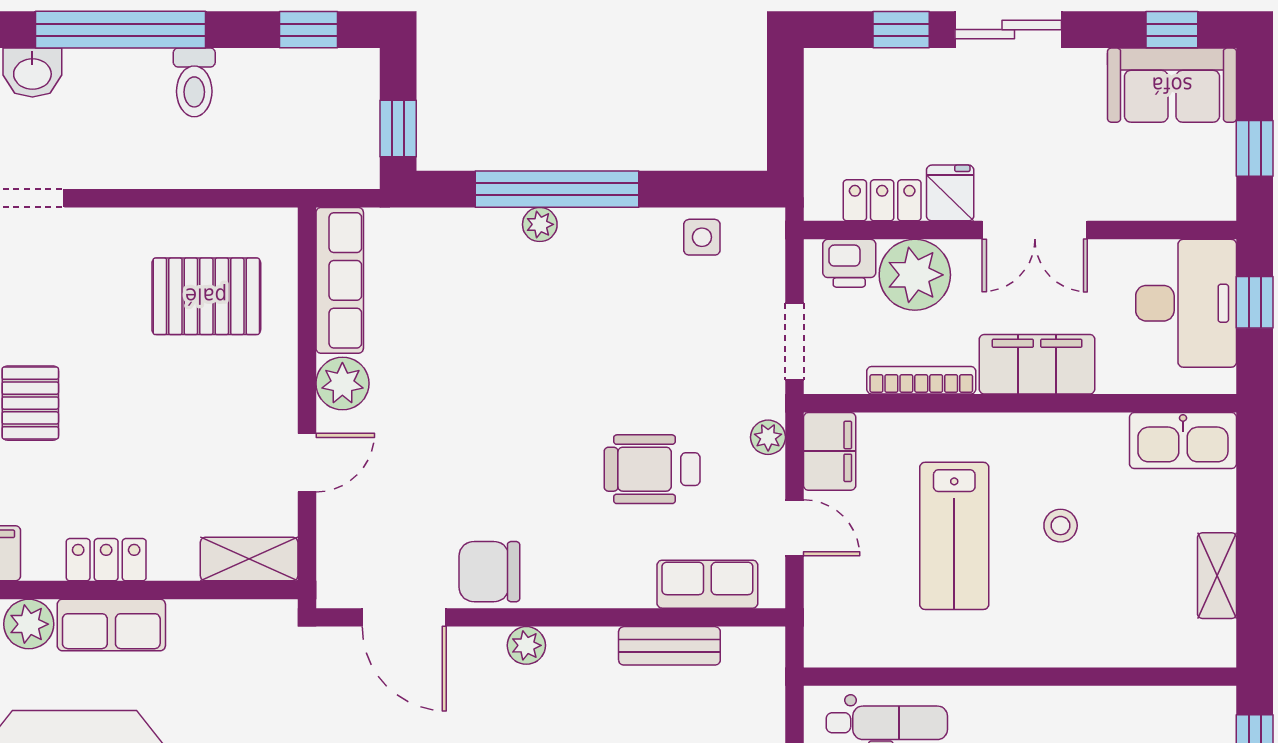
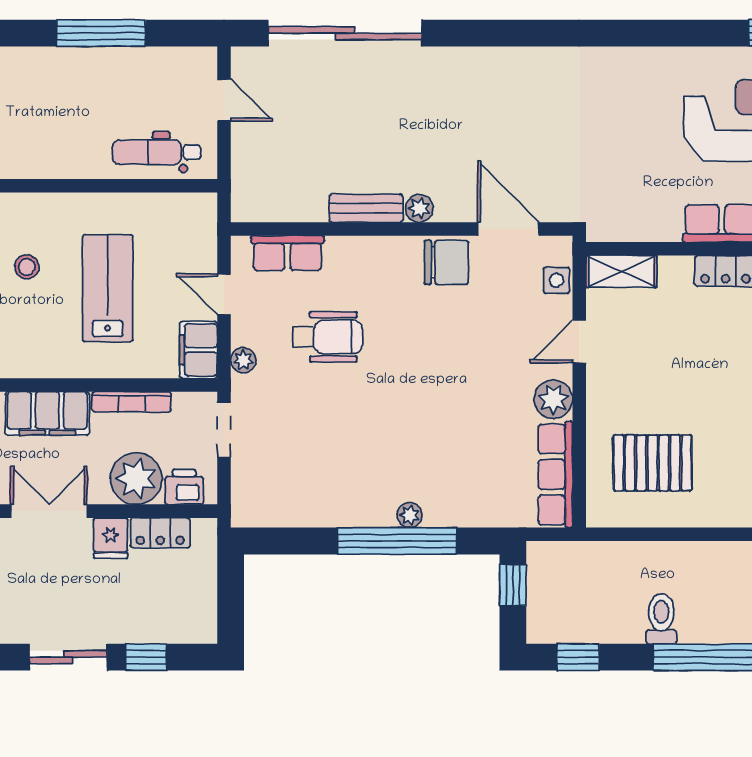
side table: (702, 237) -> (556, 280), moved
stool: (1061, 526) -> (27, 267), moved
bench: (669, 646) -> (366, 208), moved

